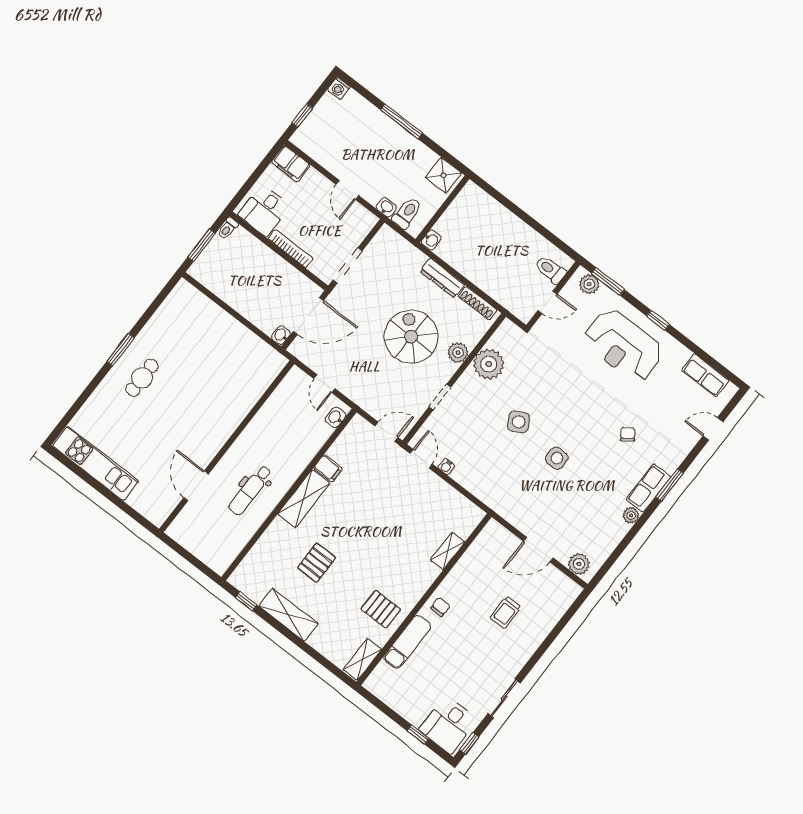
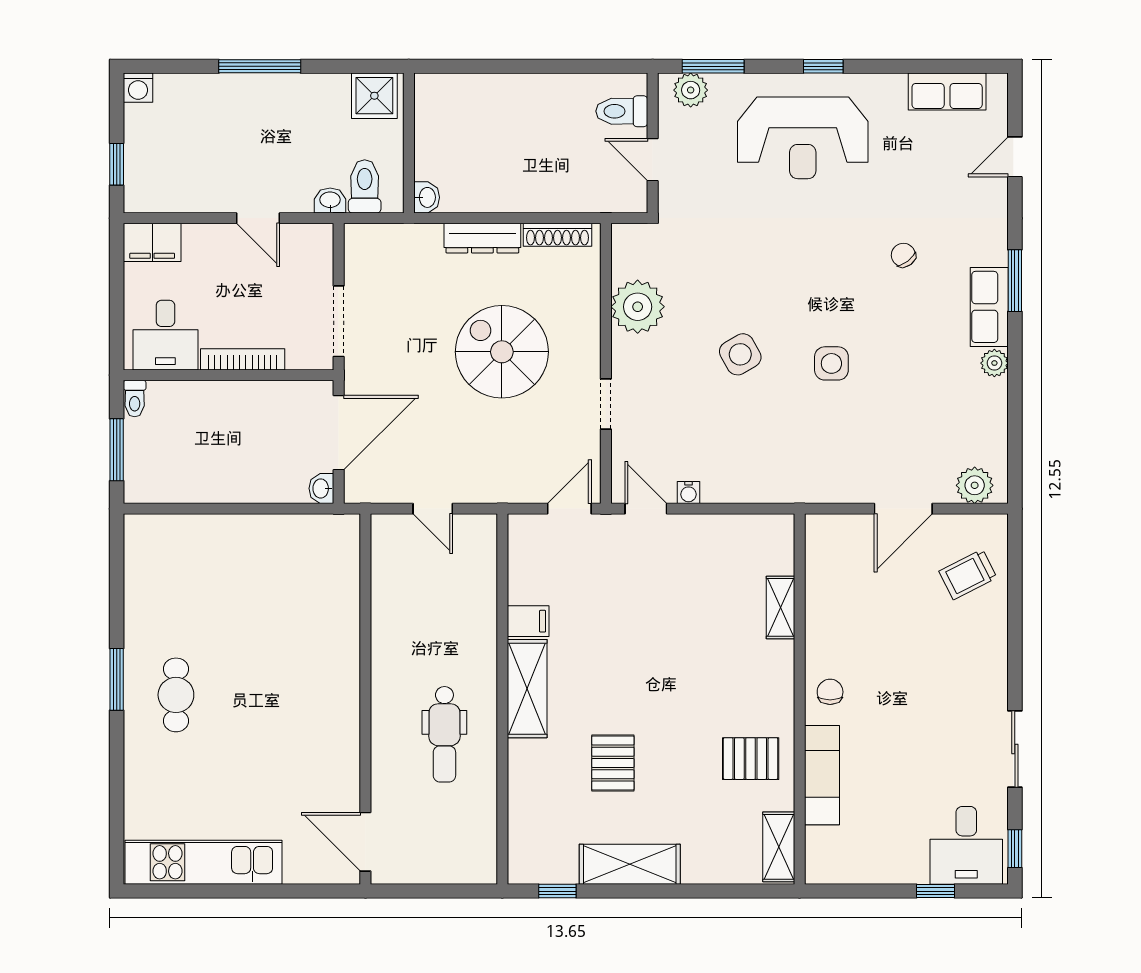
door: (547, 302) -> (653, 160), swing flipped
plant: (458, 353) -> (583, 324), removed
washbasin: (335, 417) -> (484, 543), removed
door: (196, 486) -> (365, 842), moved
trolley: (506, 612) -> (968, 574), moved, turned 63

